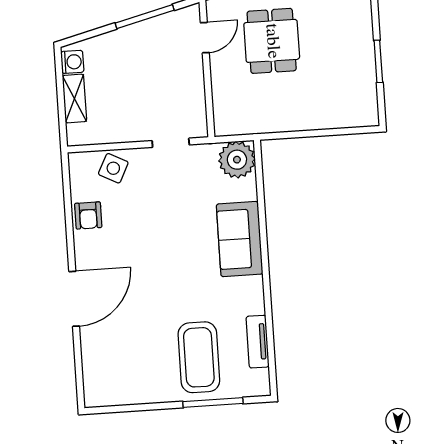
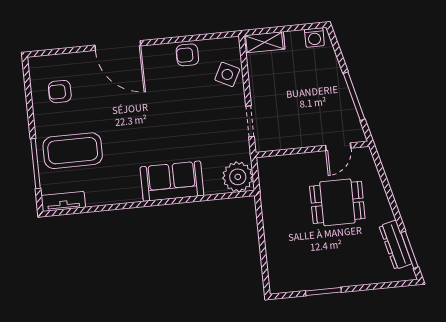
door: (205, 38) -> (338, 147), hinge flipped
shelving: (74, 99) -> (264, 42), moved
tv unit: (258, 342) -> (63, 201), moved
armchair: (127, 370) -> (60, 92), added

